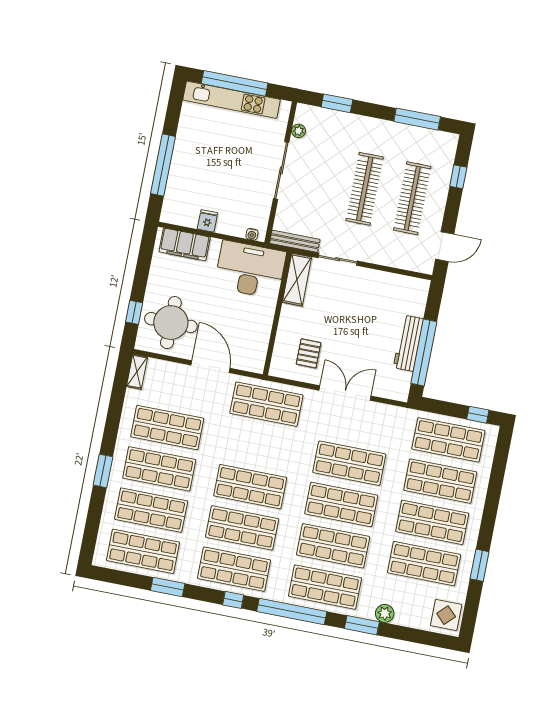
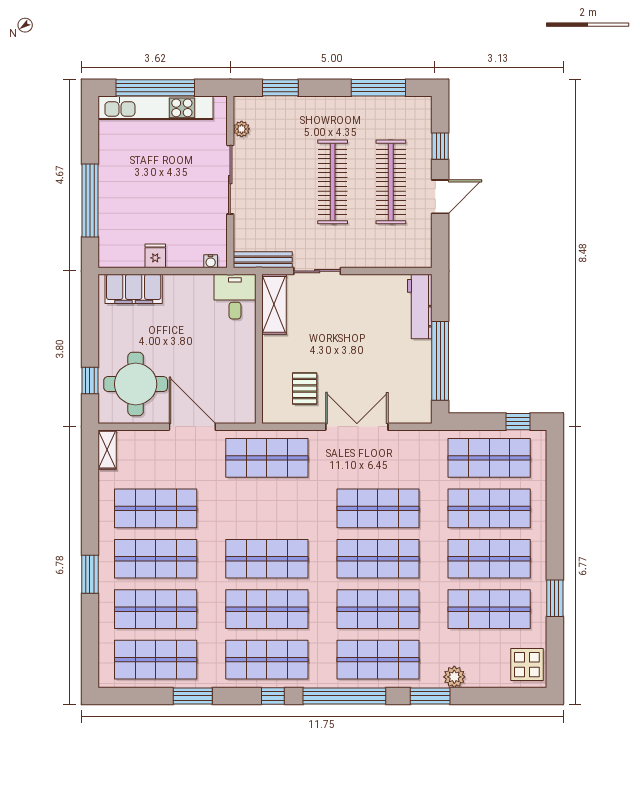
door: (445, 247) -> (440, 197), moved
desk: (250, 270) -> (235, 297), width x0.53, depth x0.77
workbench: (408, 343) -> (420, 307), moved

